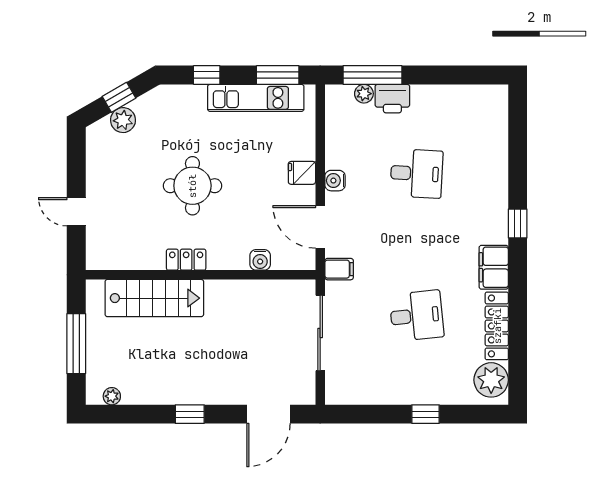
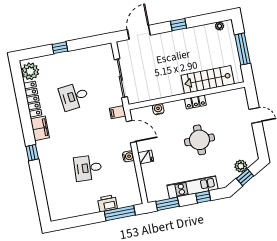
plant: (364, 94) -> (122, 203), removed
kitchen unit: (256, 98) -> (192, 187), moved

